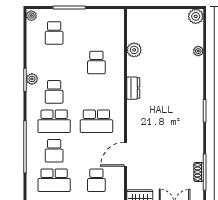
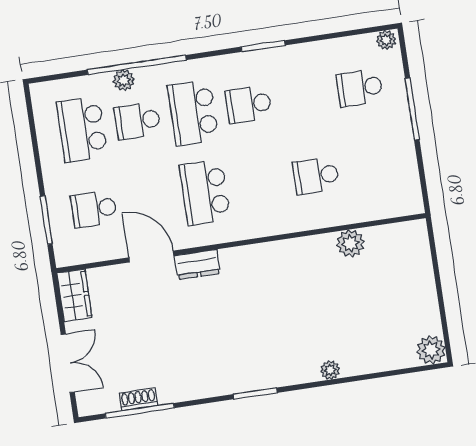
plant: (198, 51) -> (330, 370), moved
plant: (32, 79) -> (124, 80), moved
dresser: (133, 88) -> (197, 264), moved

